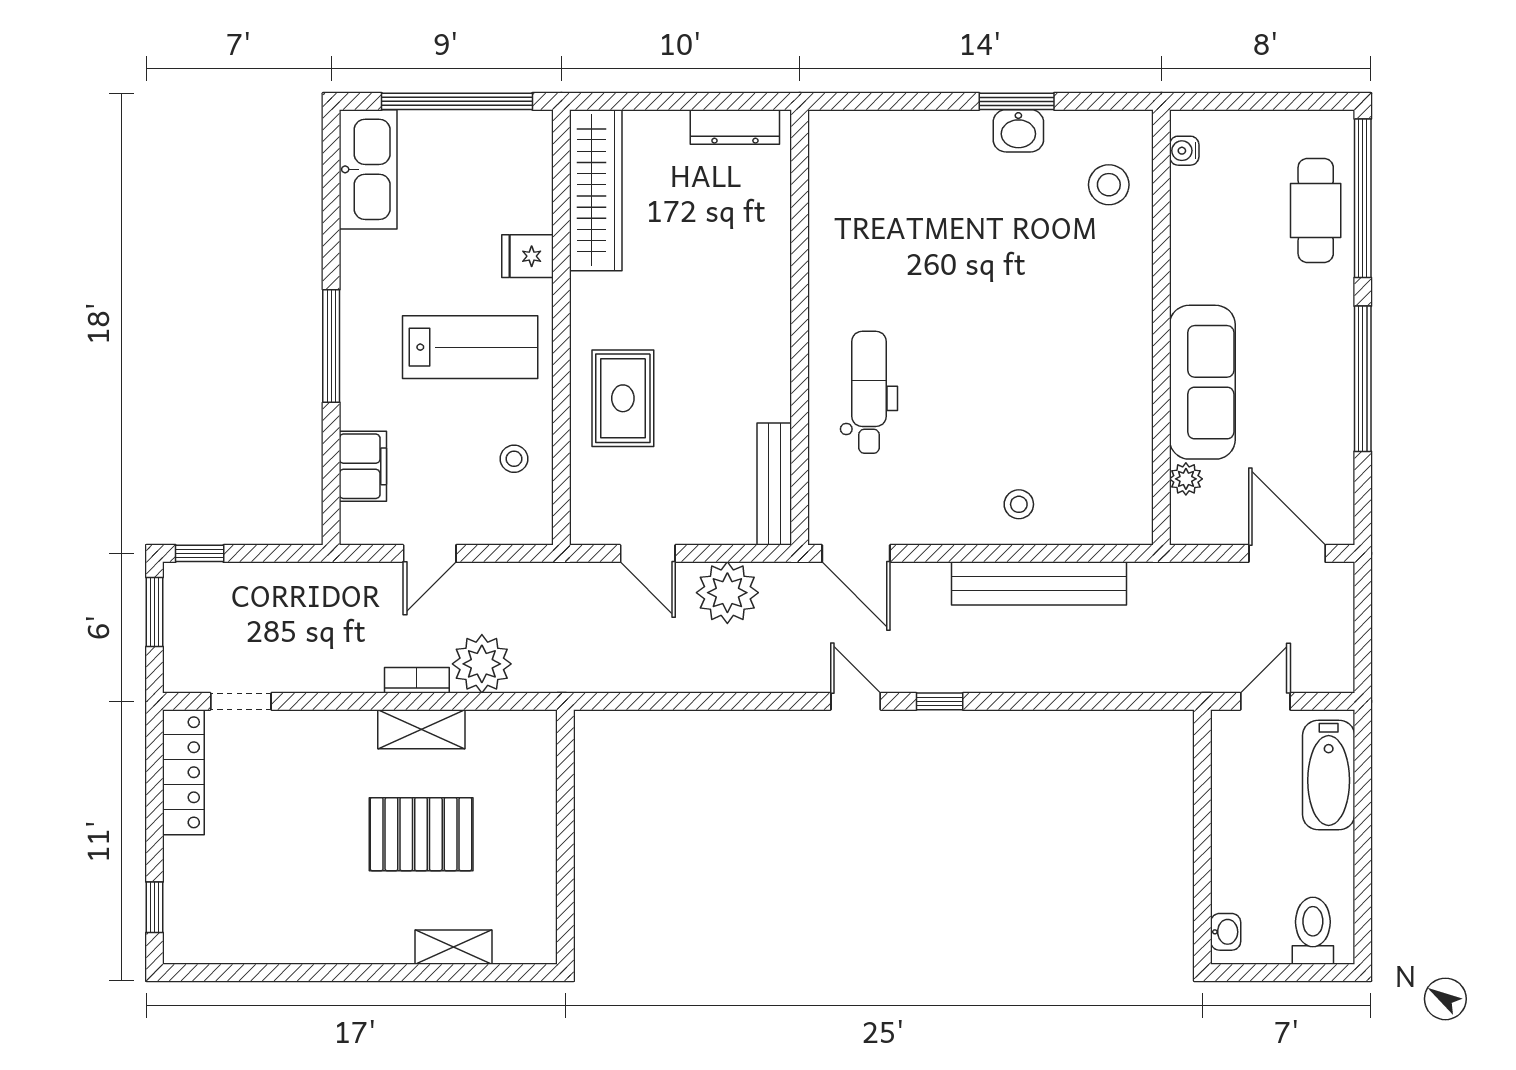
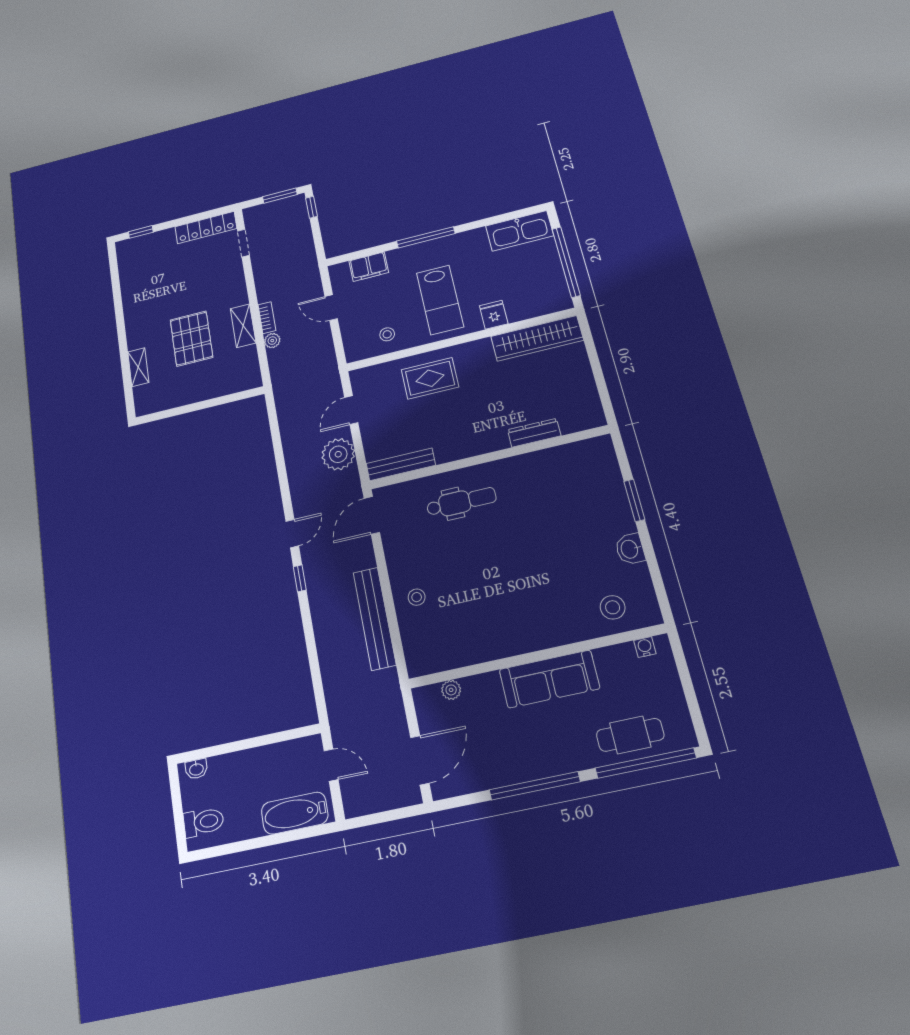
window: (1017, 101) -> (634, 500), moved
dresser: (735, 127) -> (534, 433), moved, turned 90
sofa: (1202, 382) -> (549, 679), moved
plant: (482, 664) -> (272, 341), width x0.53, depth x0.53

